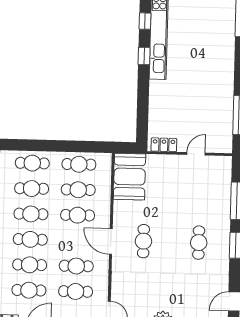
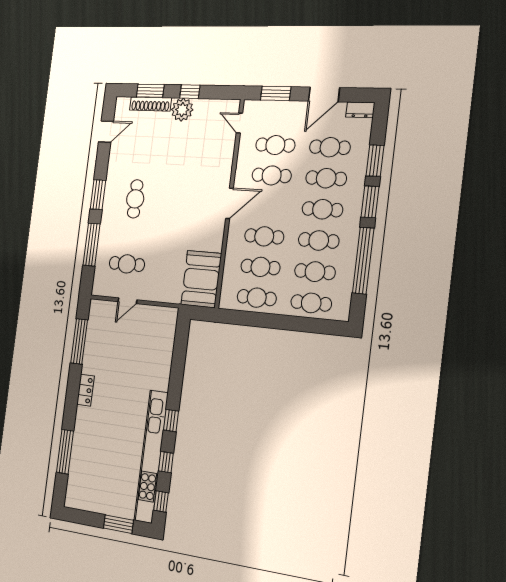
locker: (164, 145) -> (86, 390), moved, turned -90
cafe table: (143, 241) -> (127, 264), moved, turned 90
door: (111, 242) -> (230, 203), hinge flipped

